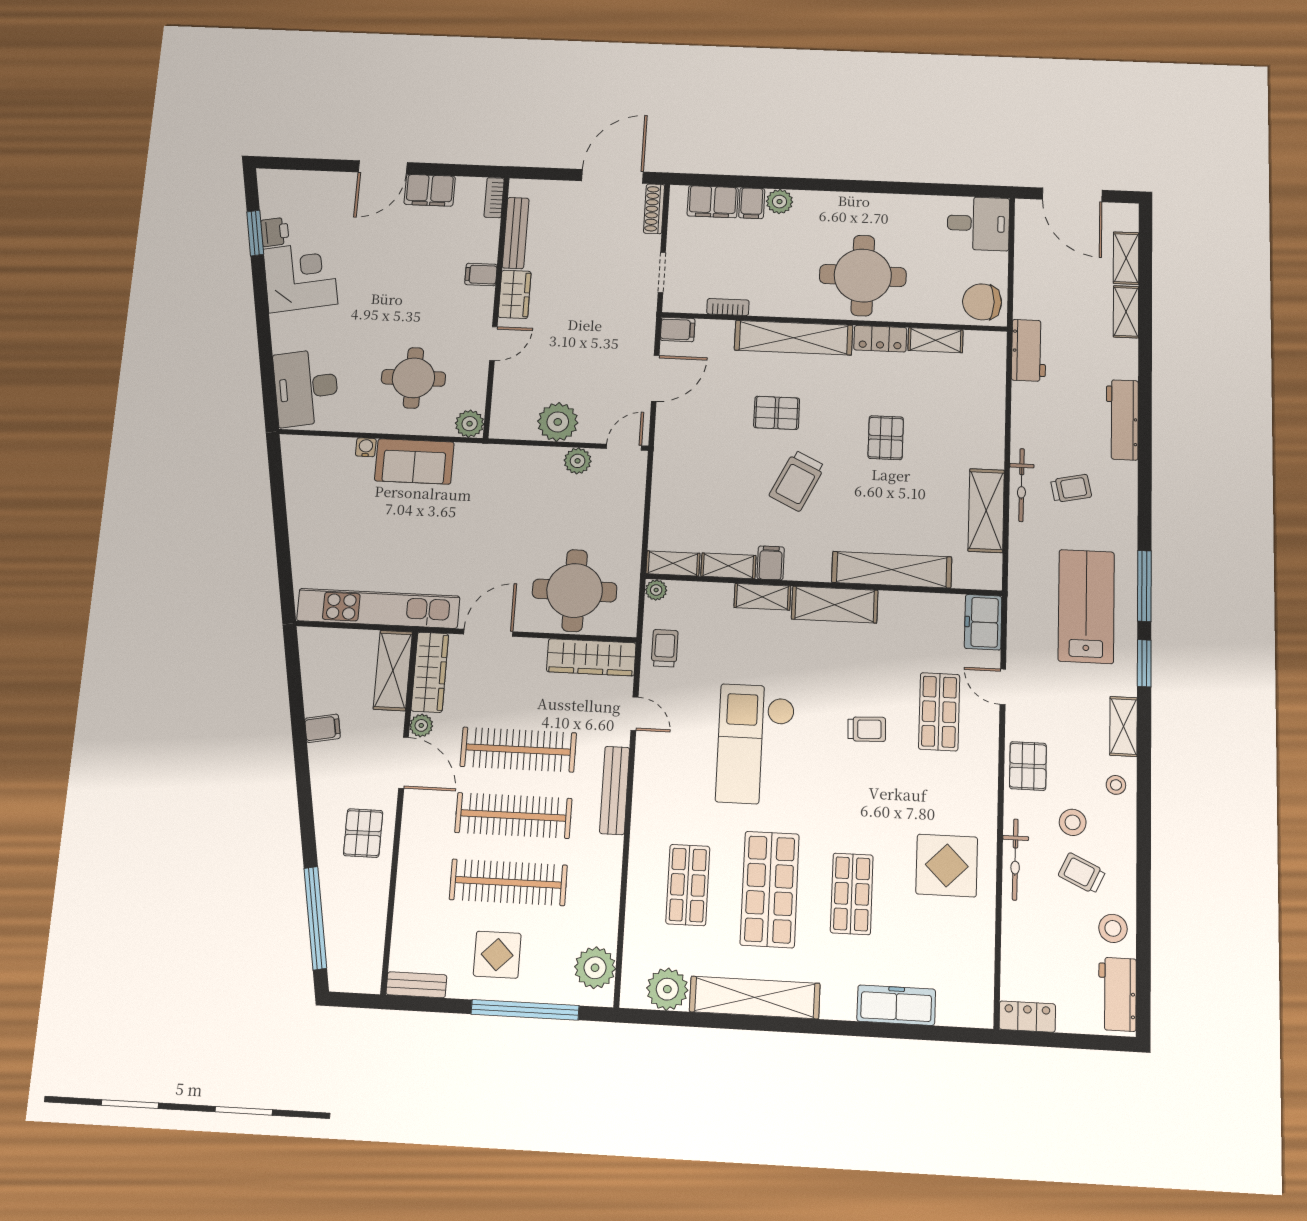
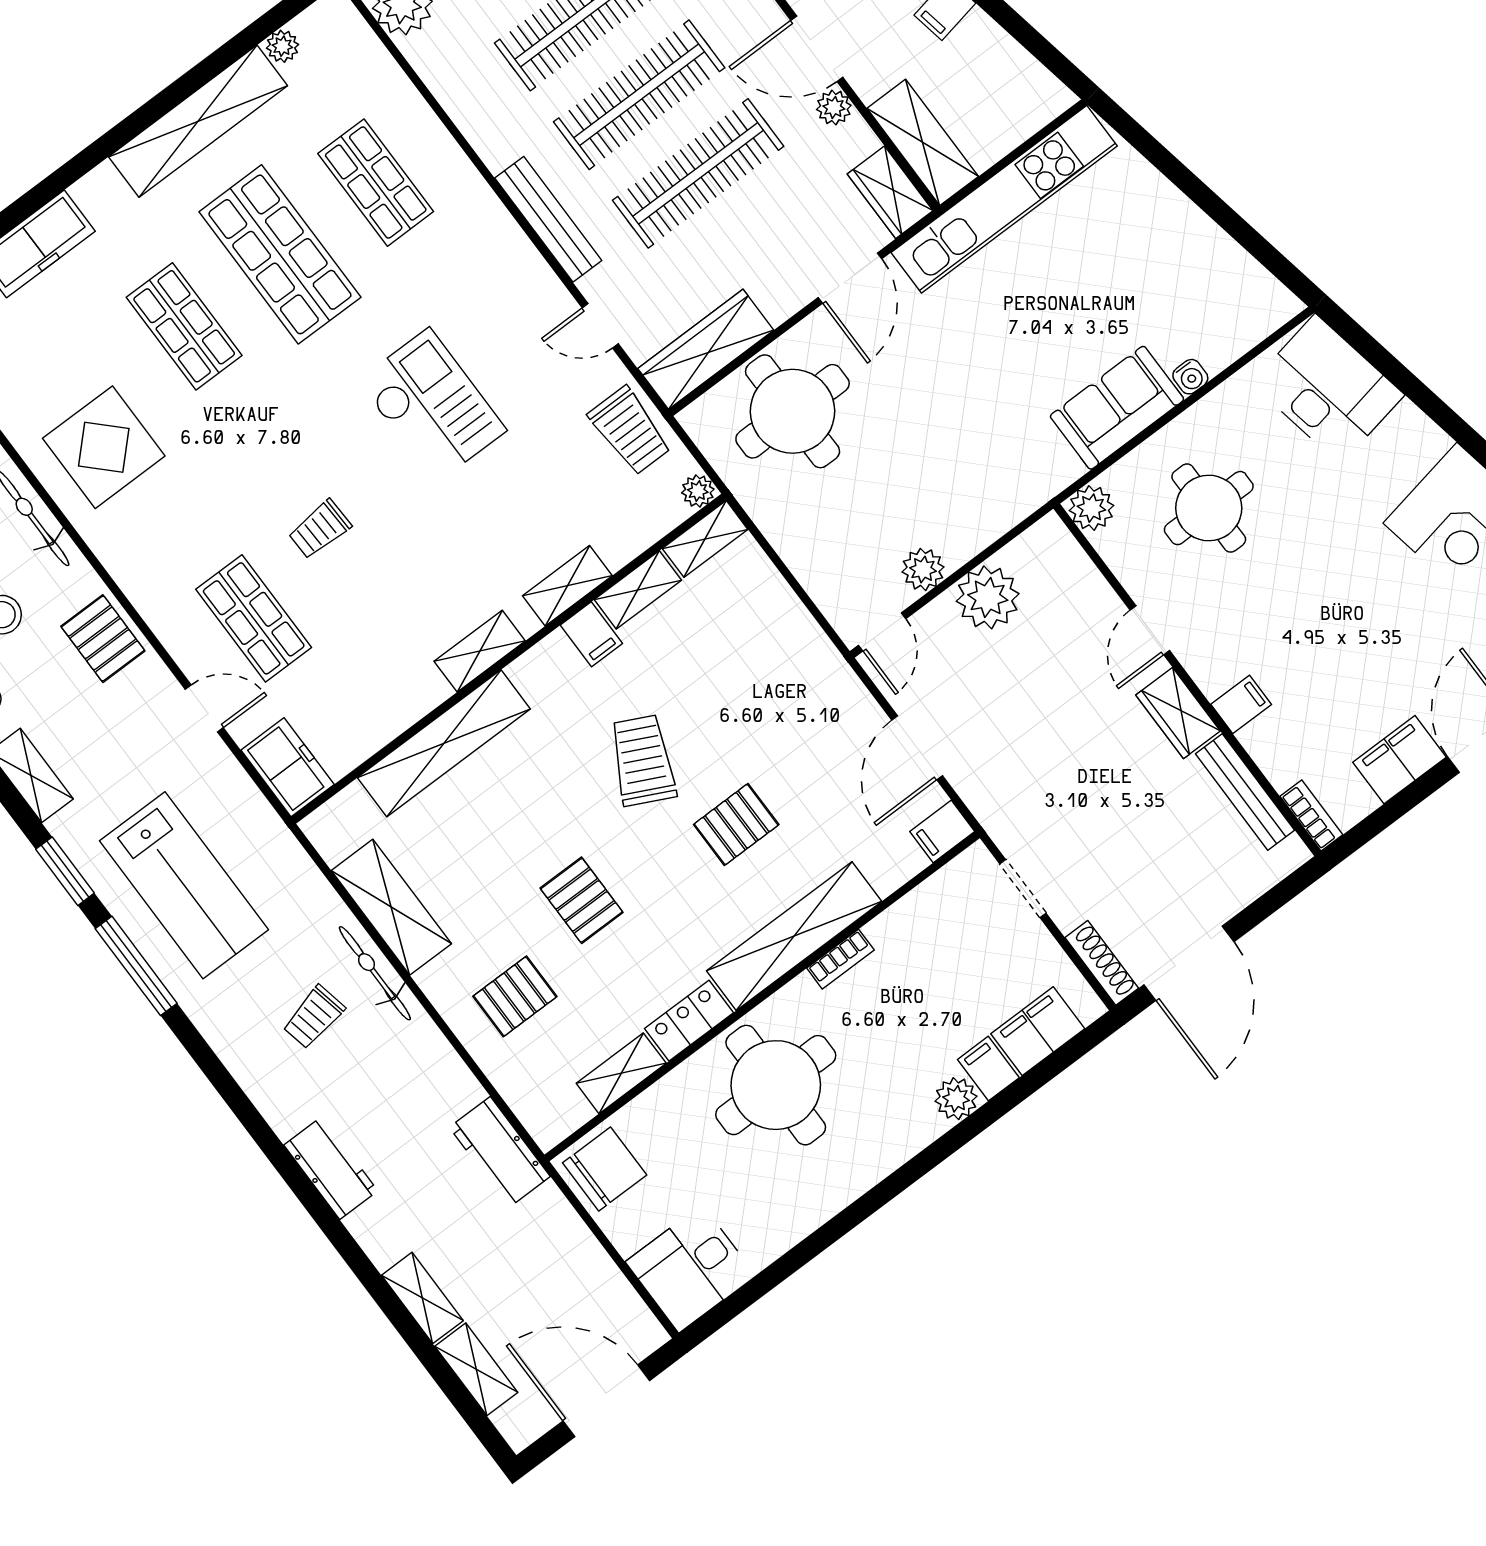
bookcase: (728, 307) -> (840, 959), moved
pallet: (959, 418) -> (515, 996), added
workbench: (1122, 420) -> (331, 1168), width x0.73
shelving: (835, 605) -> (480, 651), width x0.67, depth x0.75
trolley: (665, 648) -> (630, 431), width x1.36, depth x1.39
wardrobe: (430, 672) -> (890, 192), width x0.67
checkout: (756, 744) -> (432, 406), width x0.73, depth x0.83
plant: (667, 989) -> (282, 46), width x0.53, depth x0.53

